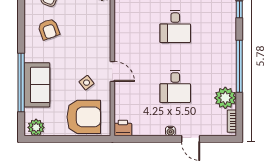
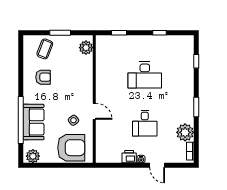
desk: (175, 26) -> (145, 75), width x1.37
armchair: (49, 29) -> (43, 77), turned -70
window: (239, 66) -> (196, 107), width x0.47
printer: (123, 128) -> (129, 157), moved

